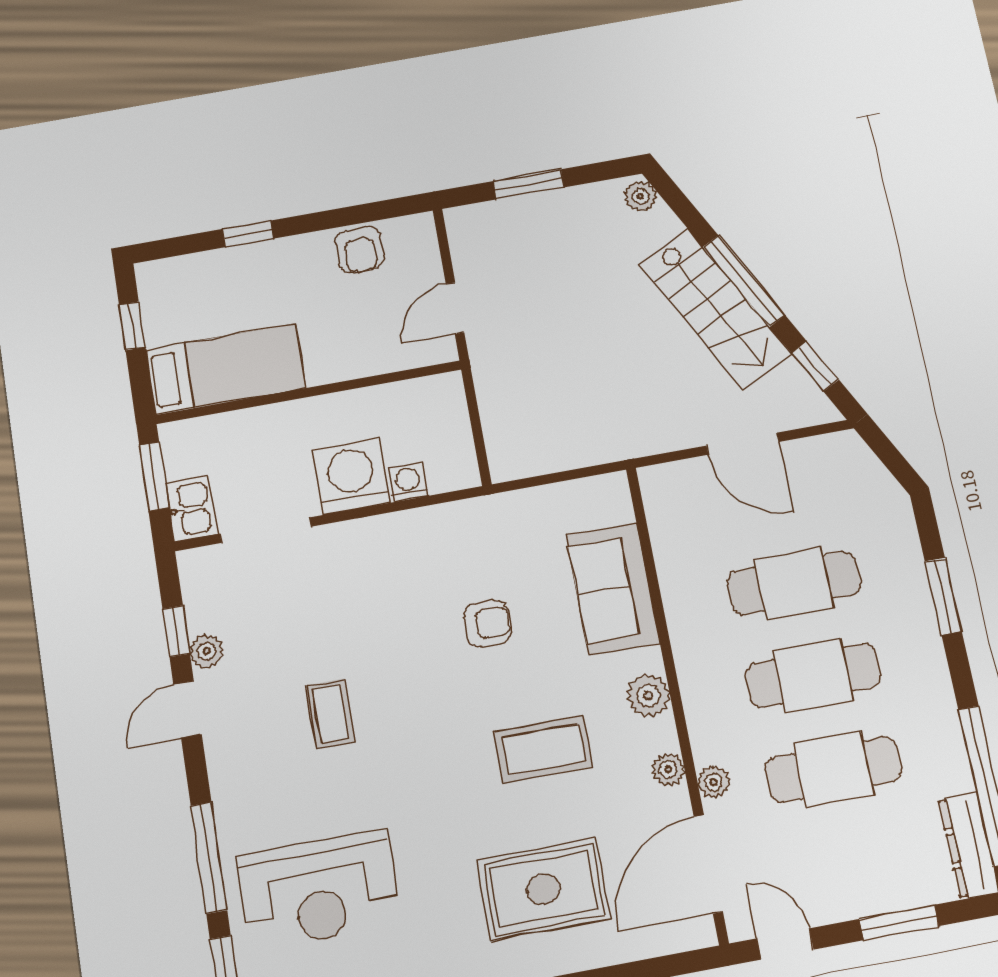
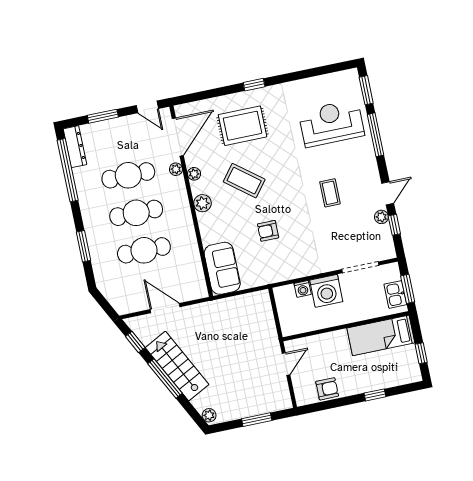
armchair: (360, 250) -> (327, 389), turned 90
kitchen sink: (191, 509) -> (395, 294), moved
sofa: (613, 589) -> (222, 268), moved
coffee table: (543, 749) -> (244, 181), turned 38

